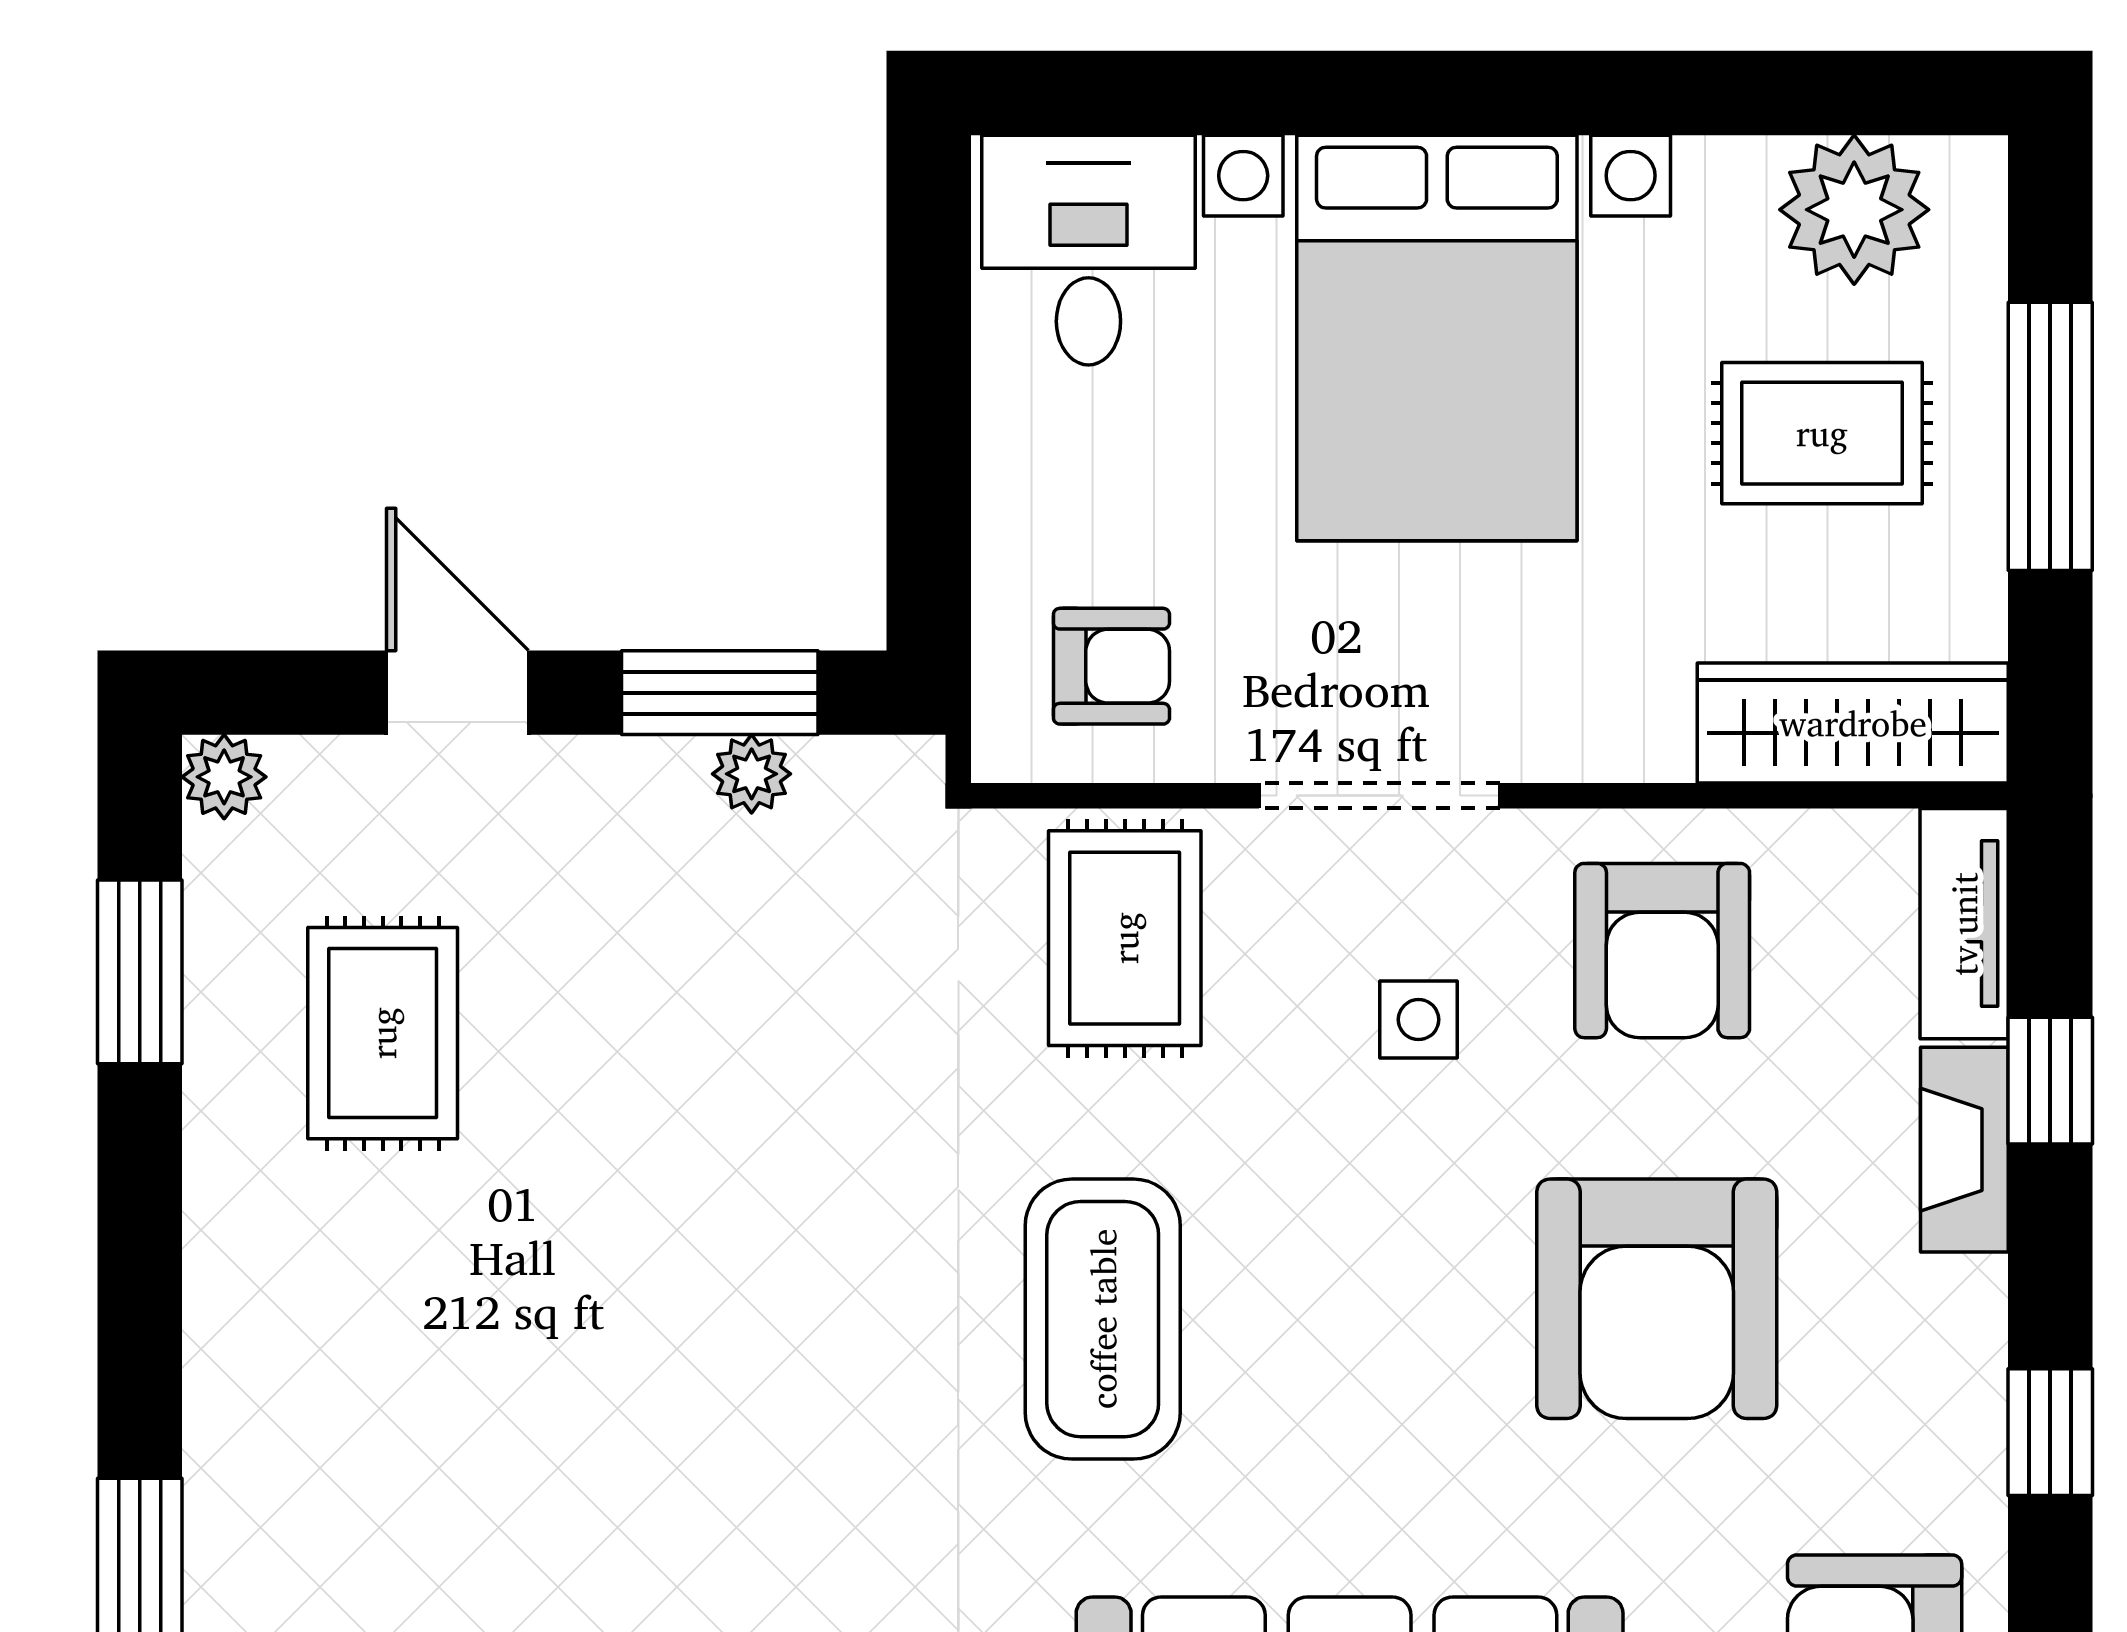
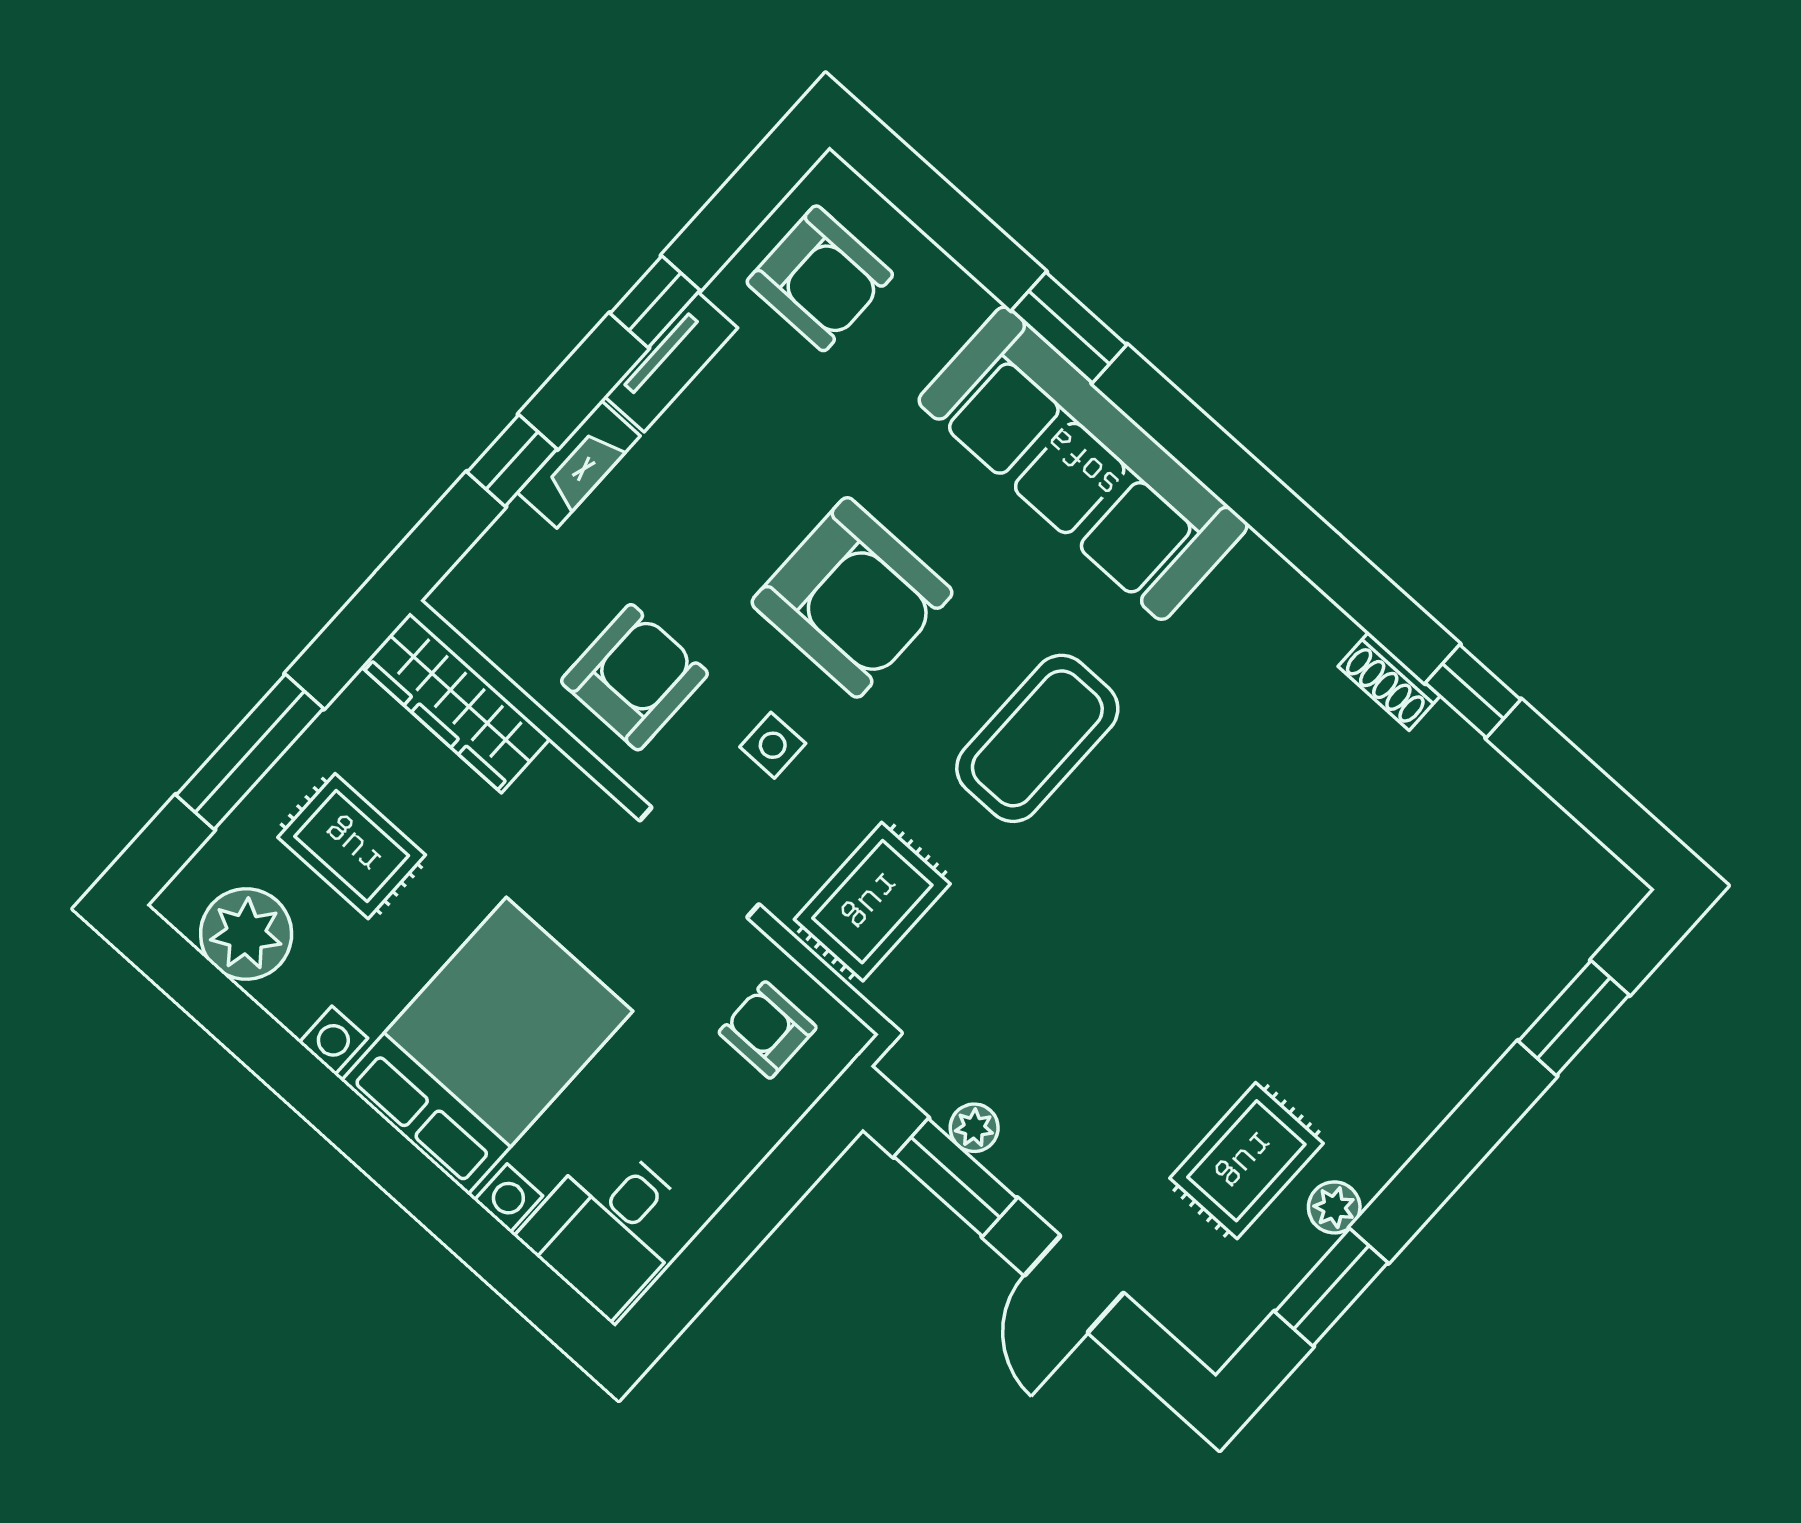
plant: (224, 777) -> (1334, 1207), moved
tv unit: (1964, 924) -> (671, 362), moved
armchair: (1657, 1299) -> (852, 597), moved, turned 90

